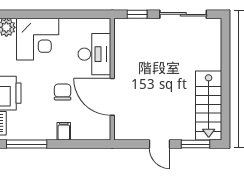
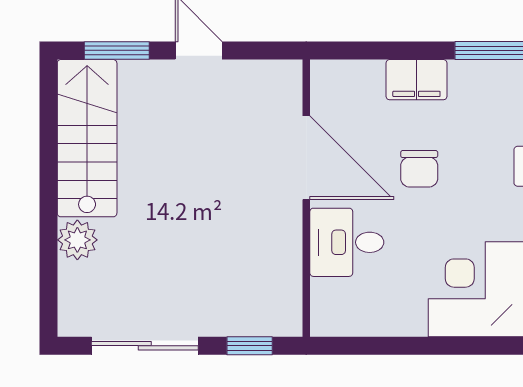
desk: (94, 54) -> (347, 242), width x0.73
plant: (213, 61) -> (77, 240), added
filing cabinet: (64, 131) -> (416, 80), width x2.00

